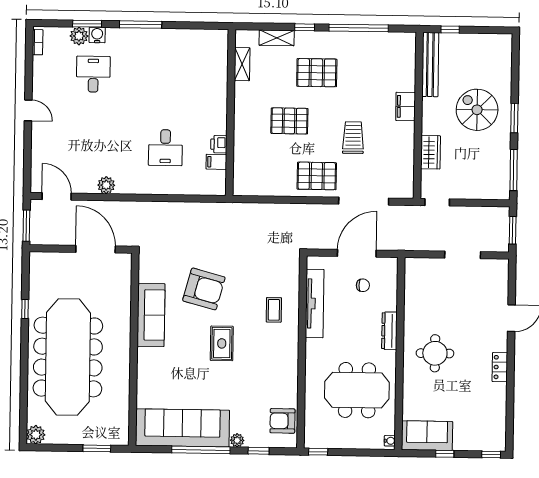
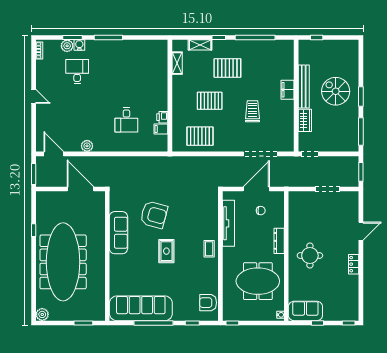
bench: (430, 65) -> (304, 87), moved
pallet: (317, 176) -> (200, 136), moved
coffee table: (274, 310) -> (209, 249), moved
plant: (237, 440) -> (178, 316), removed

